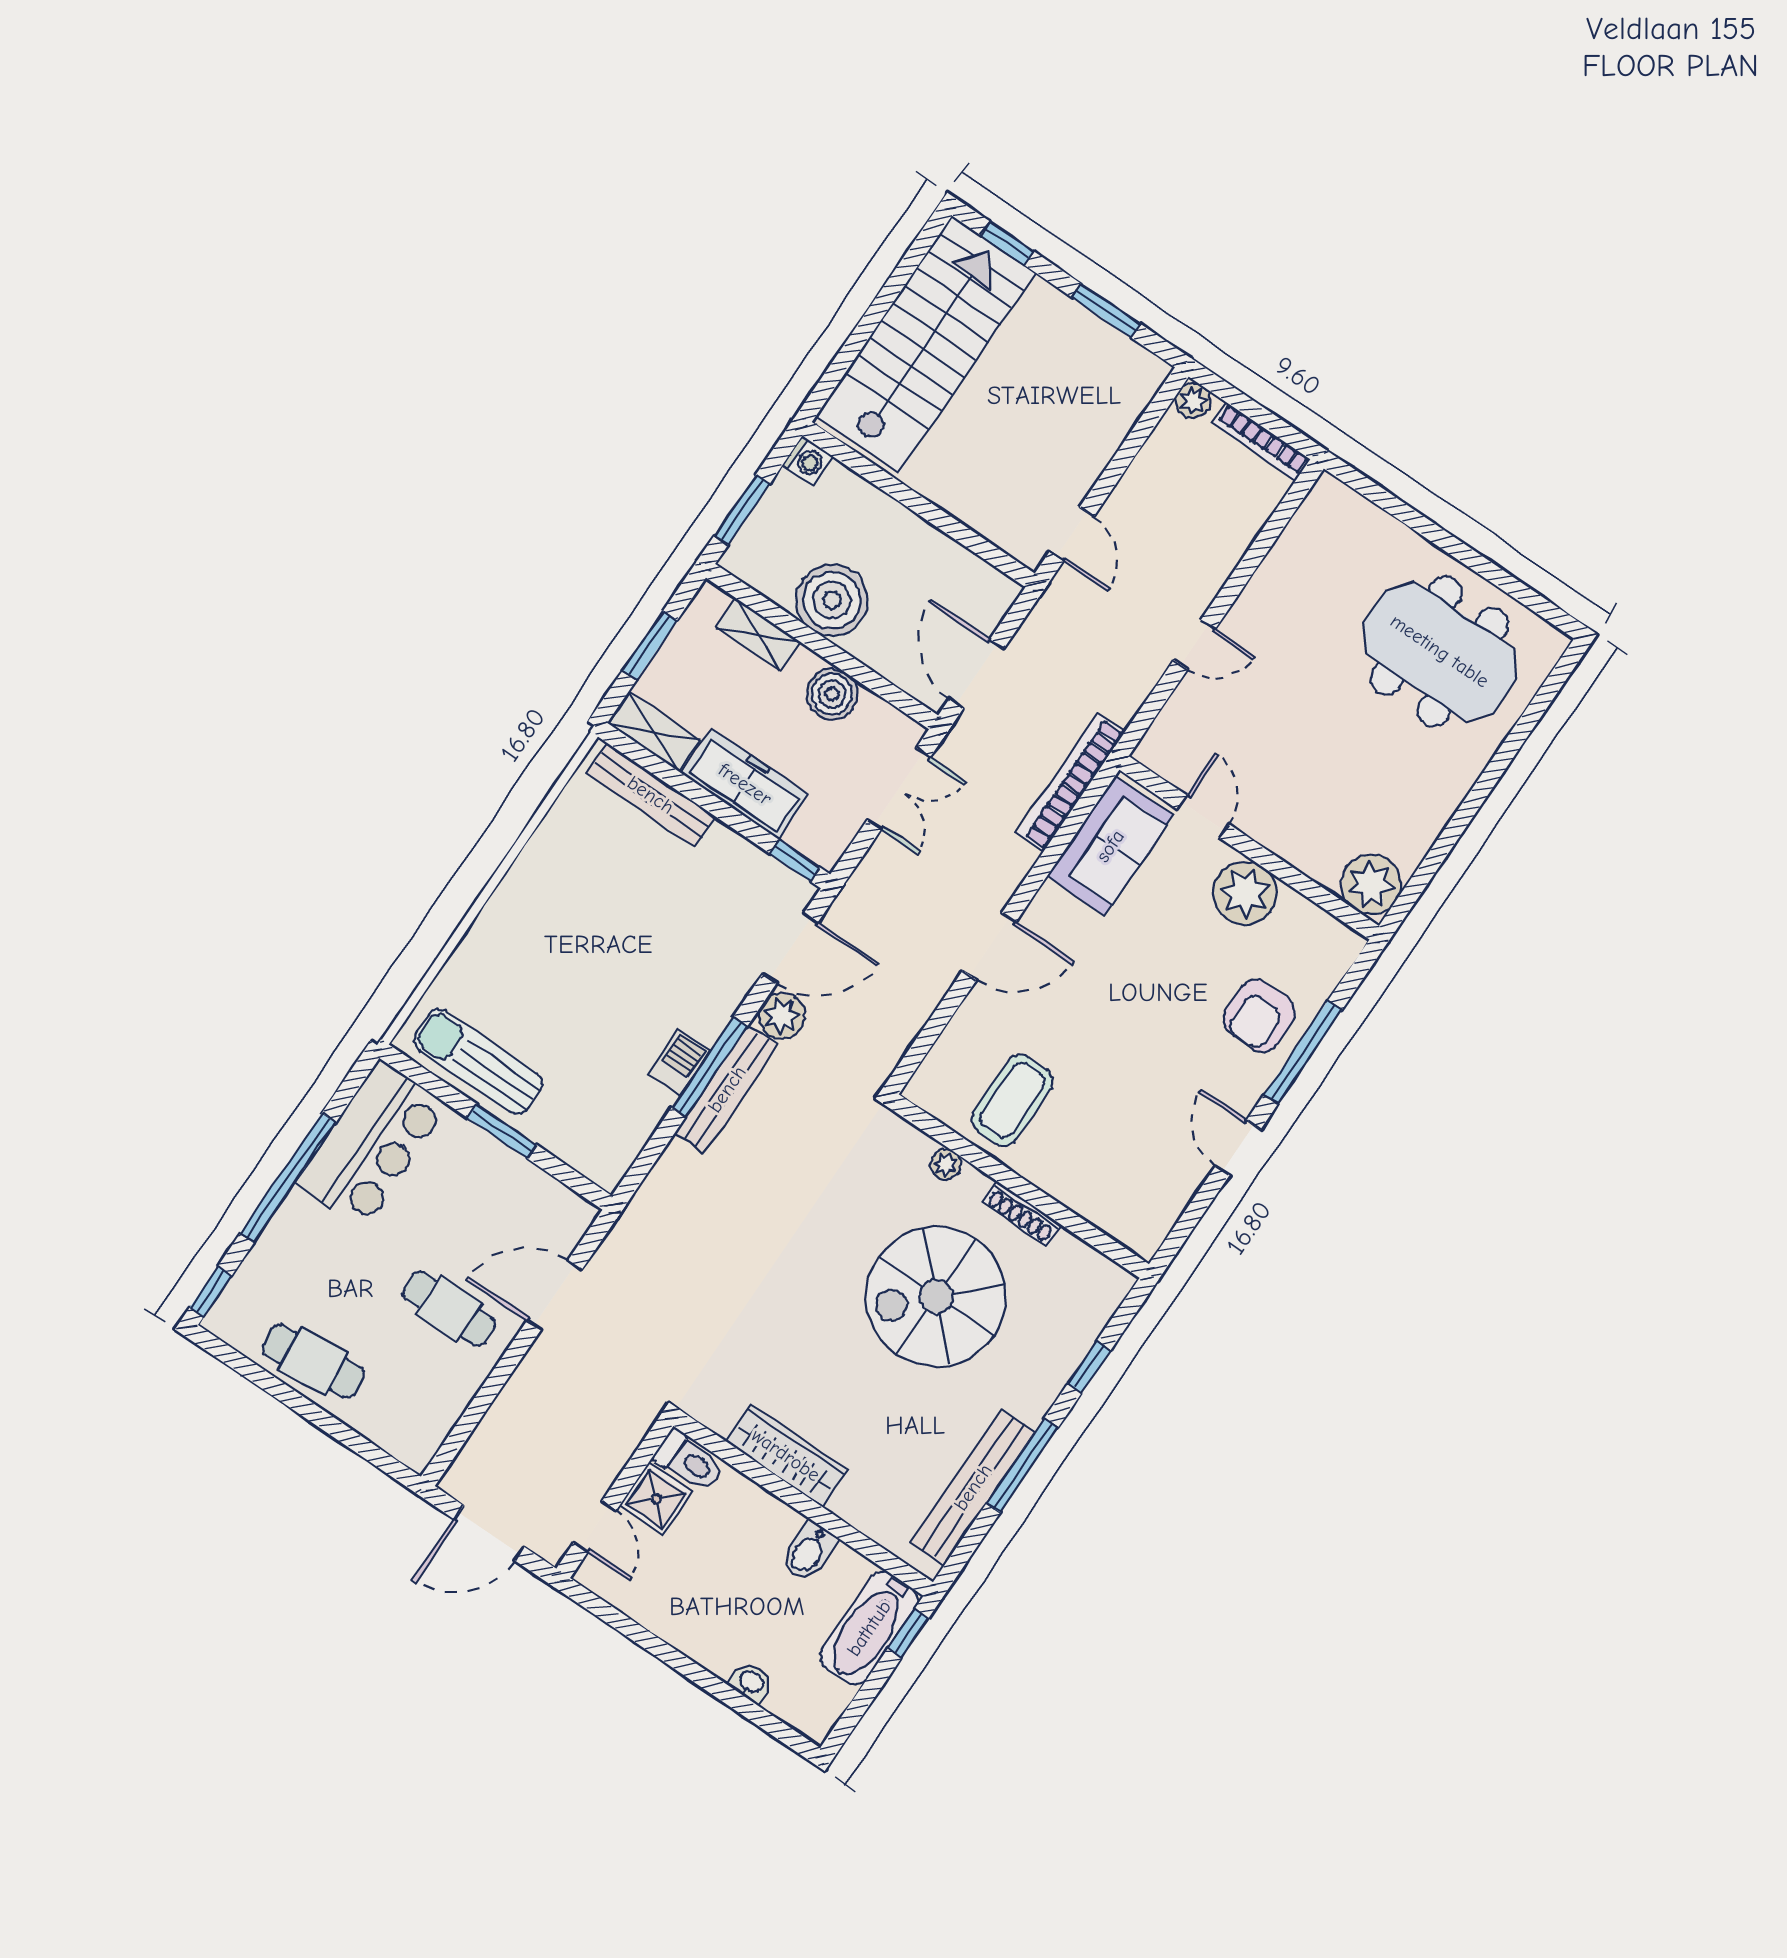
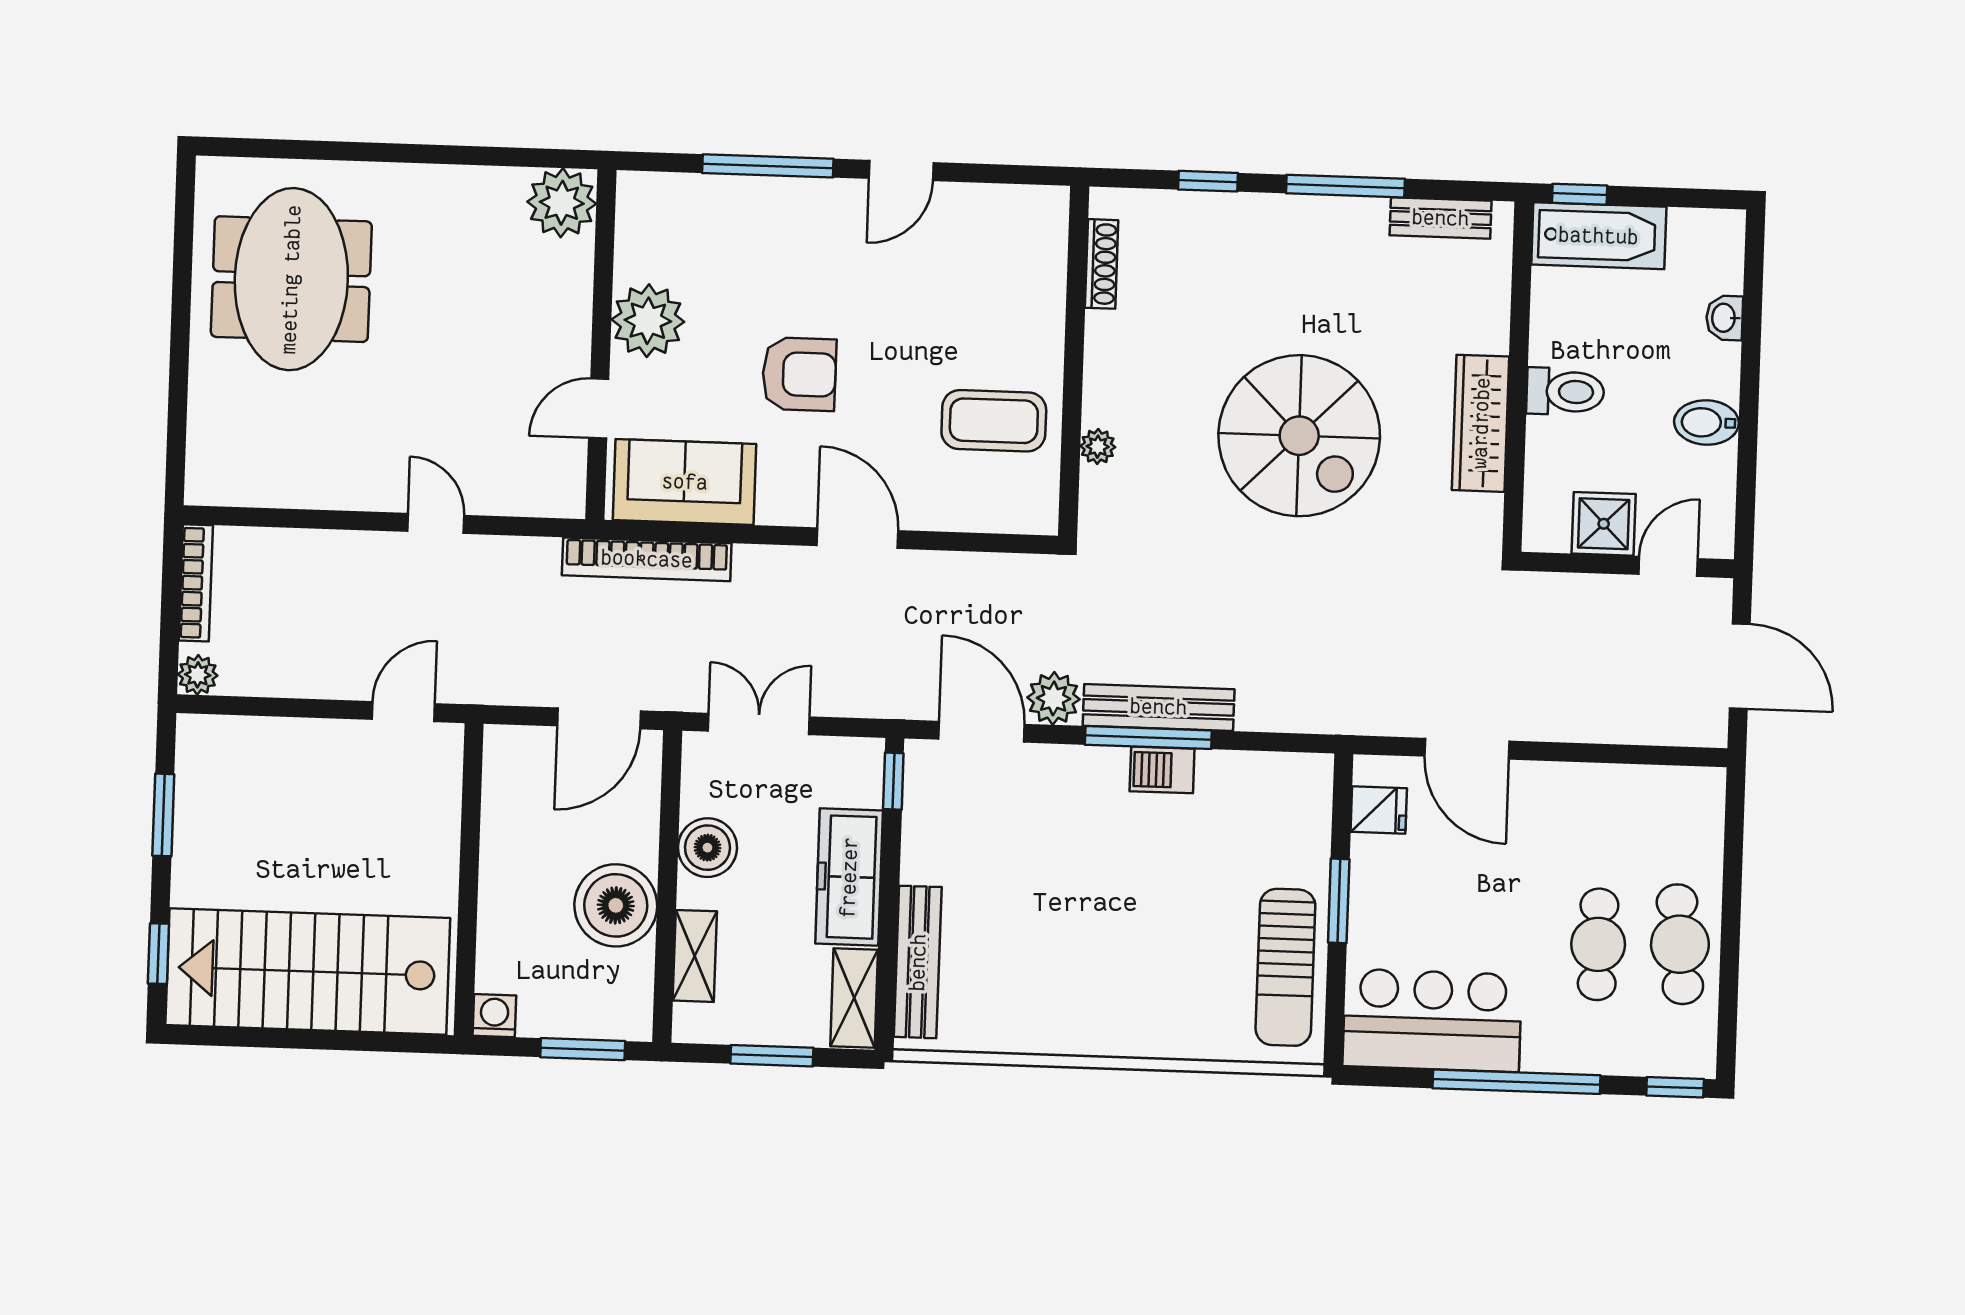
armchair: (1259, 1016) -> (799, 374), moved
fridge: (550, 1202) -> (1379, 810), added
shoe rack: (1022, 1213) -> (1102, 264), moved
spiral stairs: (936, 1297) -> (1299, 436), moved
cafe table: (449, 1309) -> (1598, 944), moved
toilet: (689, 1461) -> (1565, 392), moved, turned 90
bench: (973, 1487) -> (1441, 218), width x0.54, depth x0.82
bidet: (809, 1551) -> (1706, 422), moved, turned 180

